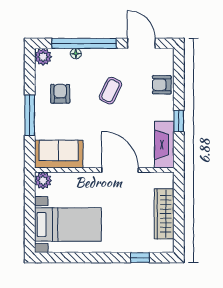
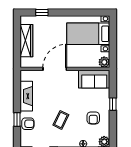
window: (30, 115) -> (113, 104), width x0.46
window: (179, 121) -> (17, 120), moved
fireplace: (164, 145) -> (26, 96), moved
door: (120, 170) -> (55, 69), swing flipped

